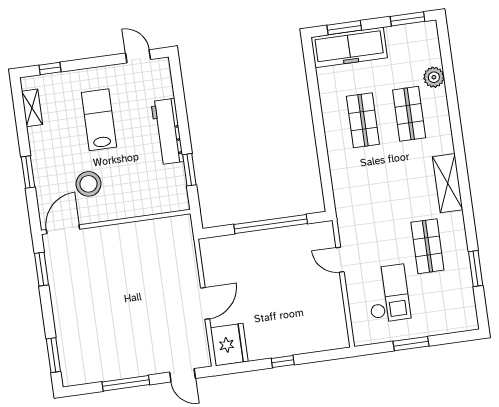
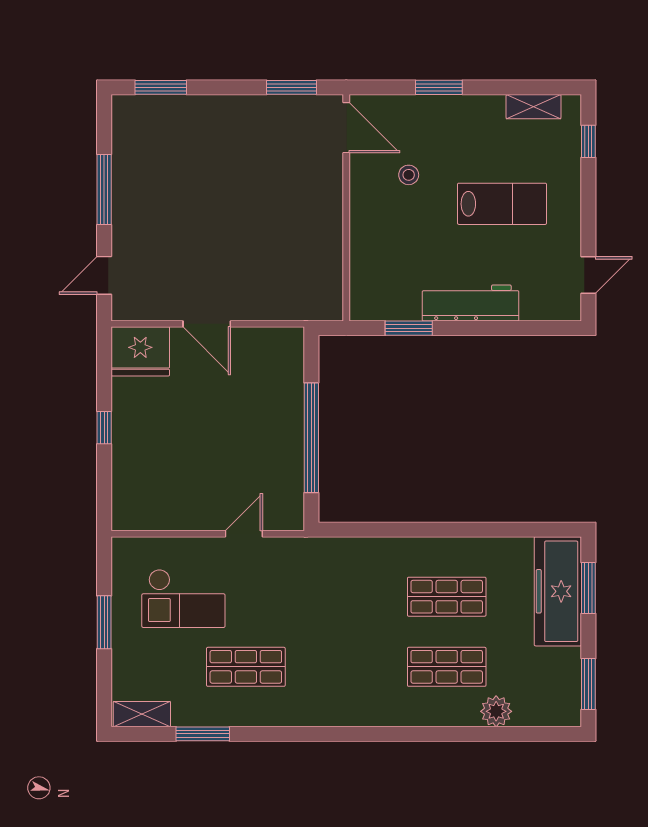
shelving: (448, 183) -> (142, 714), moved, width x0.67, depth x0.75
stool: (88, 184) -> (409, 175), width x0.53, depth x0.53

